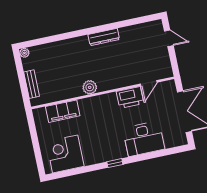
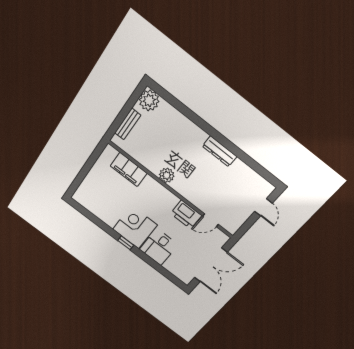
plant: (24, 53) -> (149, 100), width x1.88, depth x1.88
desk: (144, 139) -> (159, 247), width x0.73
corner desk: (65, 154) -> (135, 227), moved

